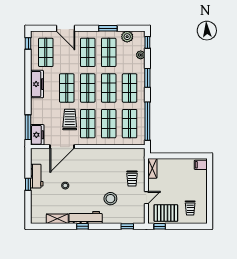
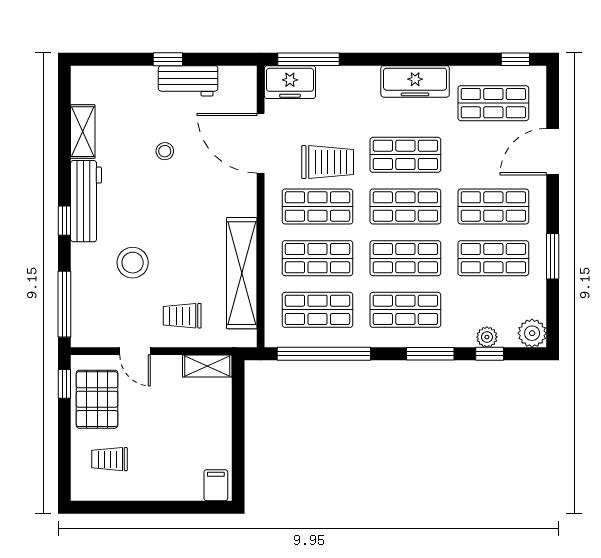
plant: (127, 37) -> (532, 333), moved
window: (147, 42) -> (490, 354), moved
shelving: (115, 154) -> (242, 273), added
window: (83, 226) -> (64, 221), moved
window: (127, 226) -> (64, 304), width x2.17

